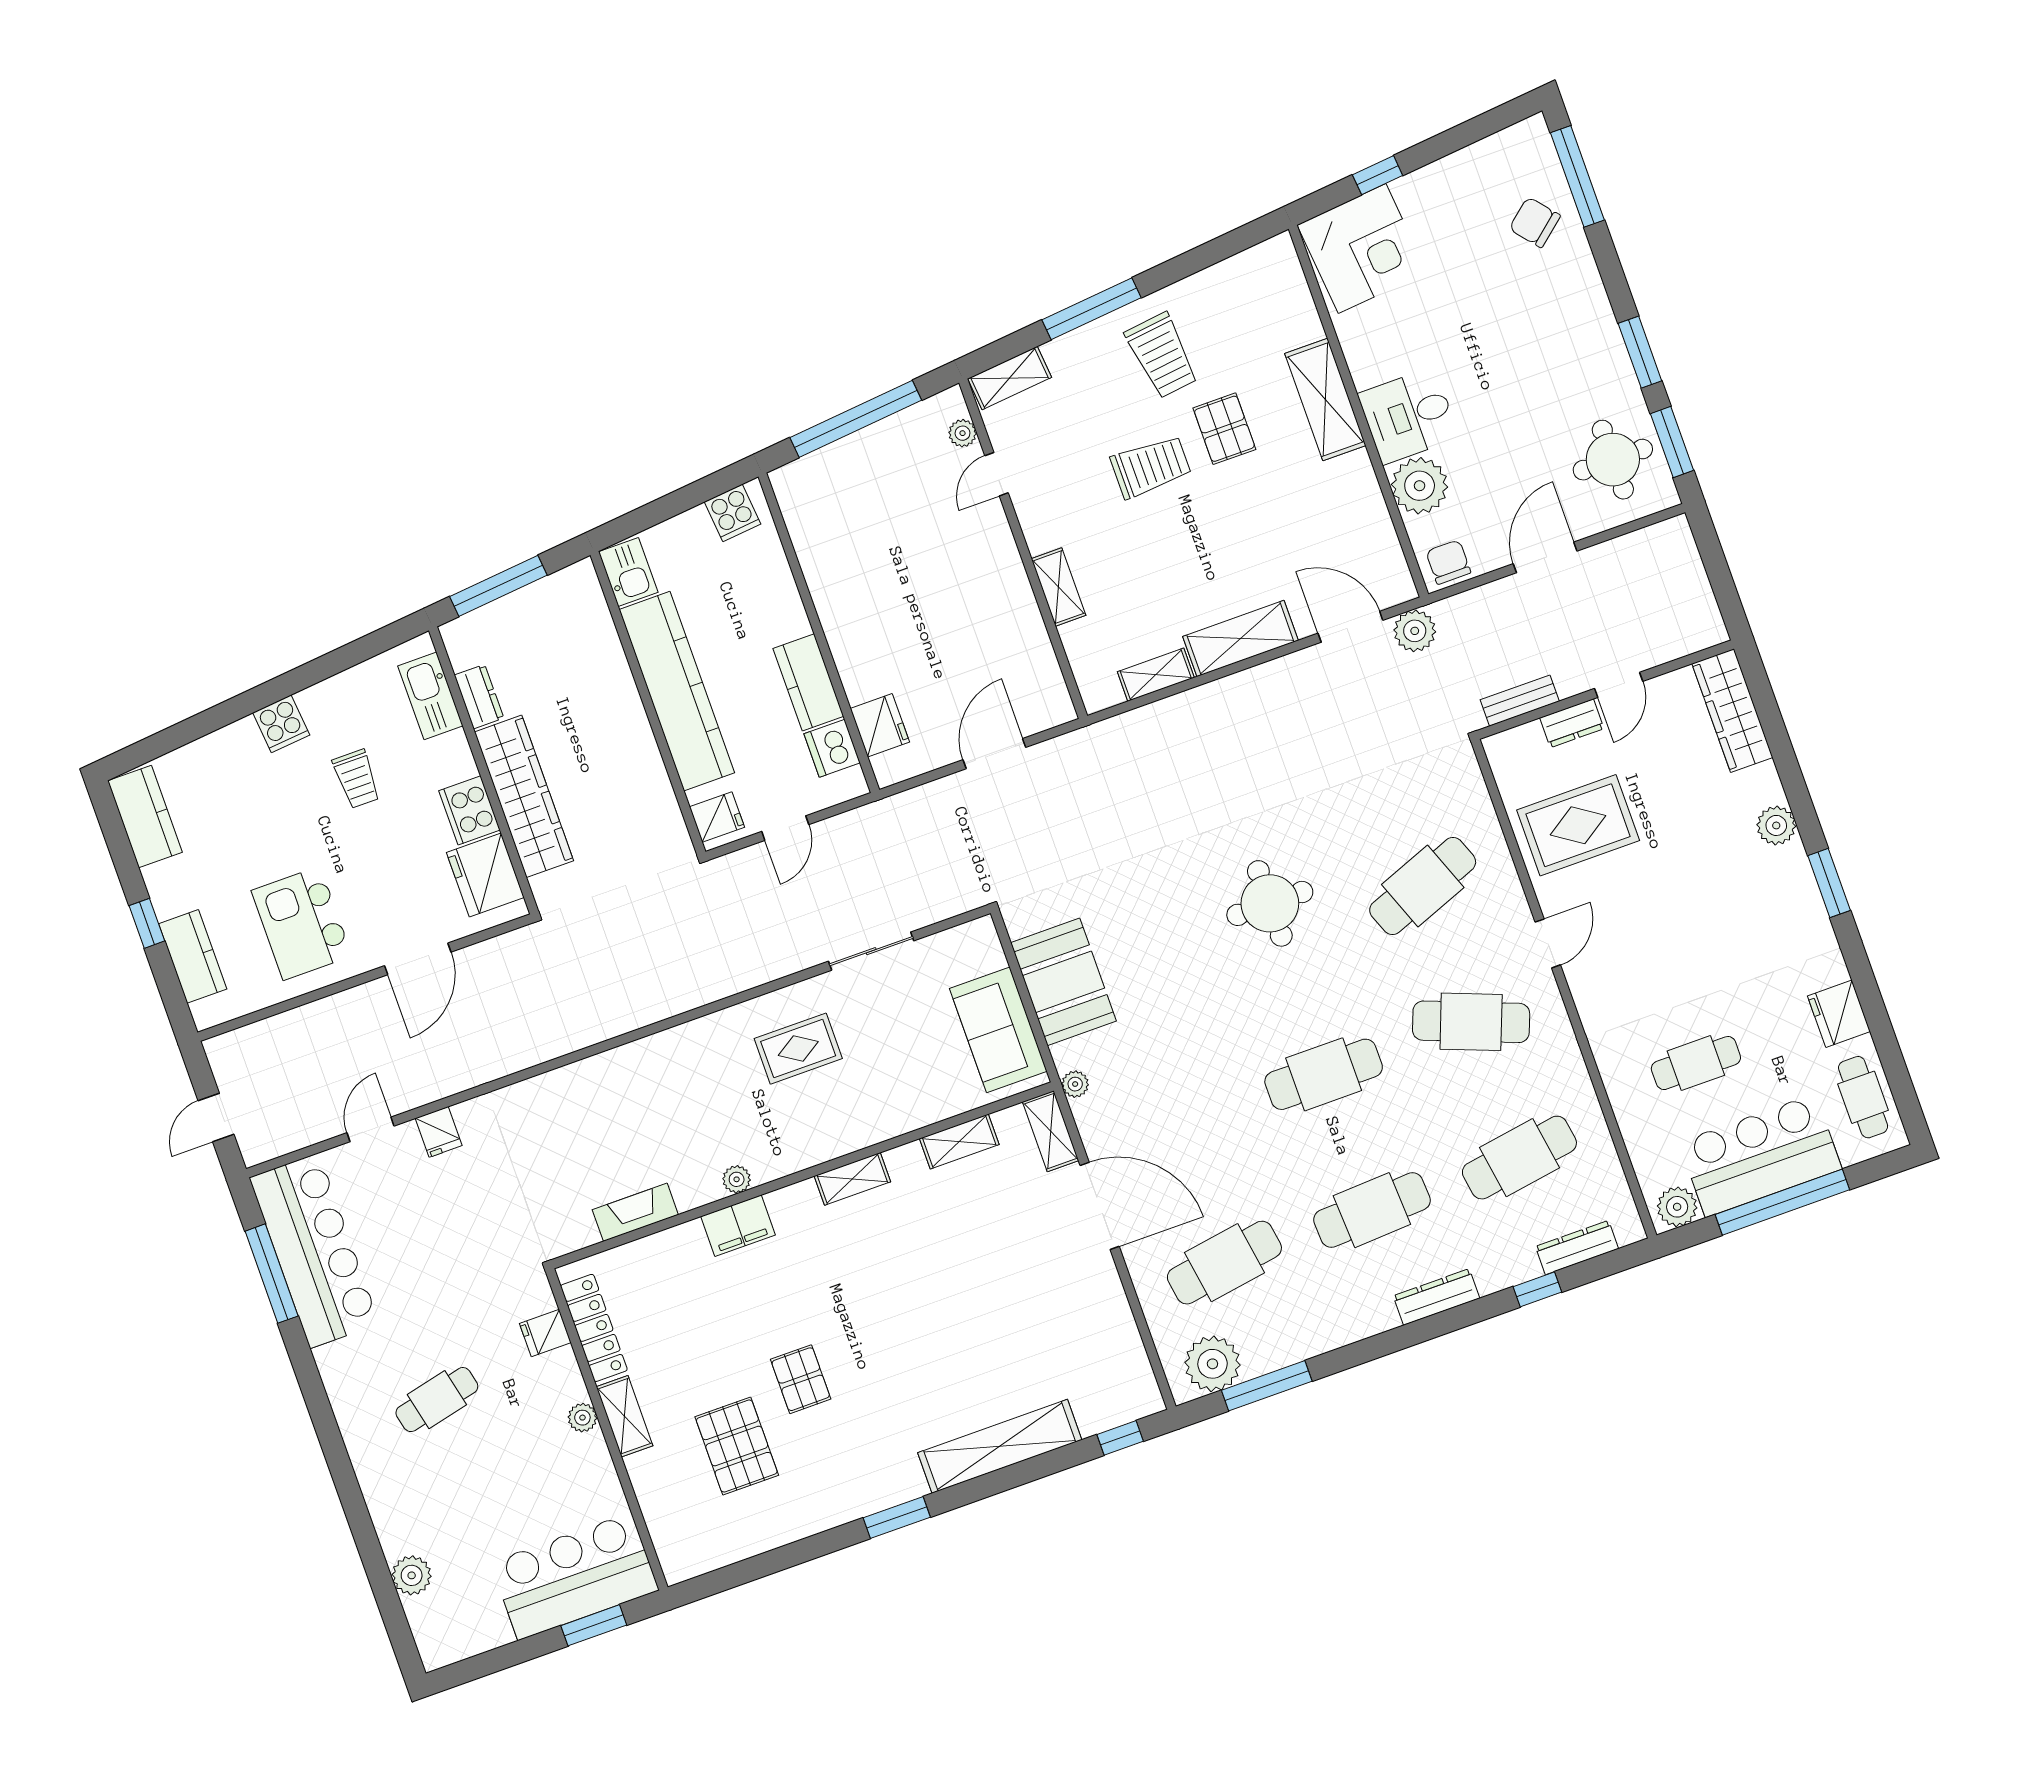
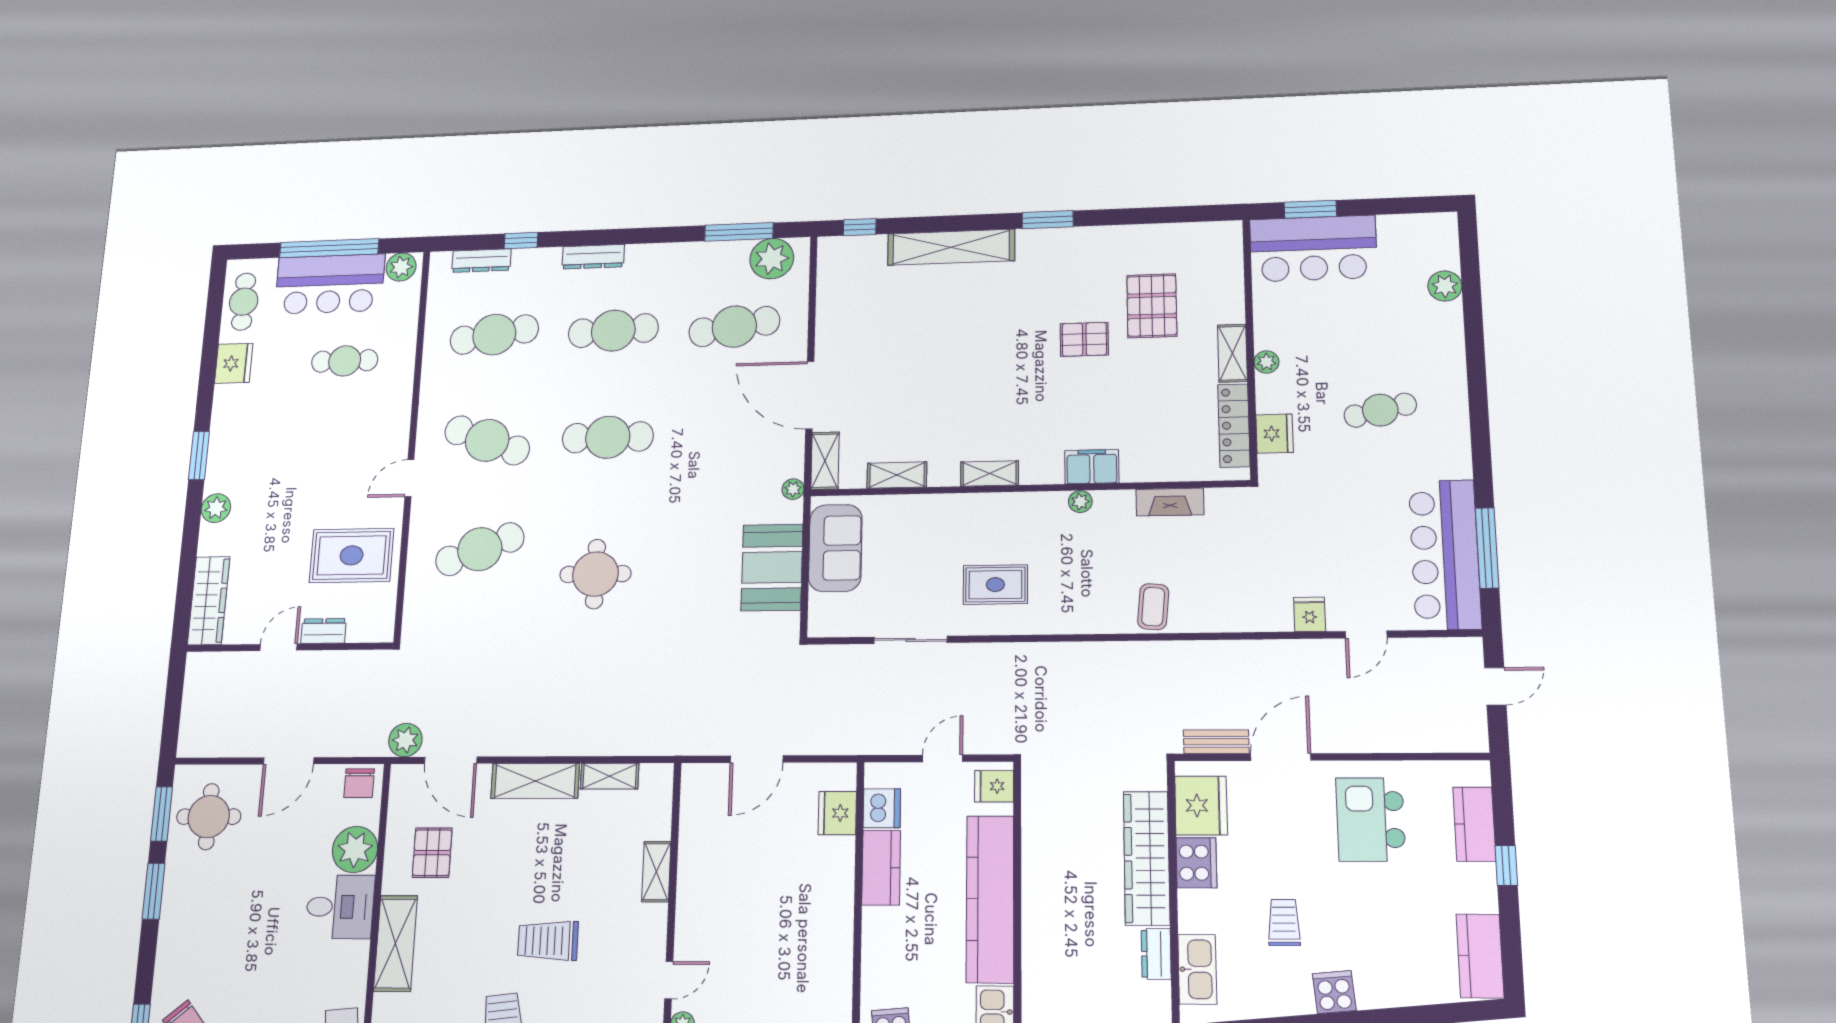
pallet: (1224, 429) -> (432, 853), moved
bench: (1520, 701) -> (1216, 742), moved
kitchen island: (302, 923) -> (1371, 819), turned 180
coffee table: (613, 1083) -> (1153, 607), added
fridge: (545, 1333) -> (1275, 434), width x1.38
pallet: (801, 1379) -> (1084, 339), turned 90

